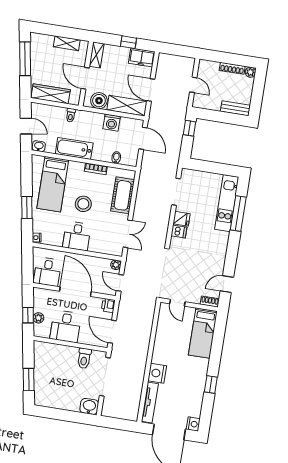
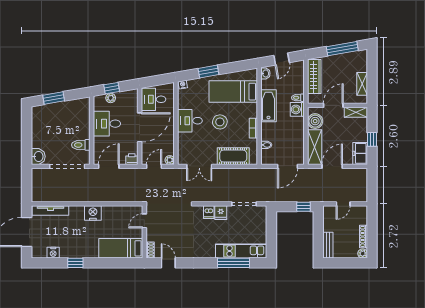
washing machine: (112, 123) -> (297, 109), moved
nightstand: (157, 373) -> (93, 213), moved
nightstand: (193, 424) -> (53, 253), moved

